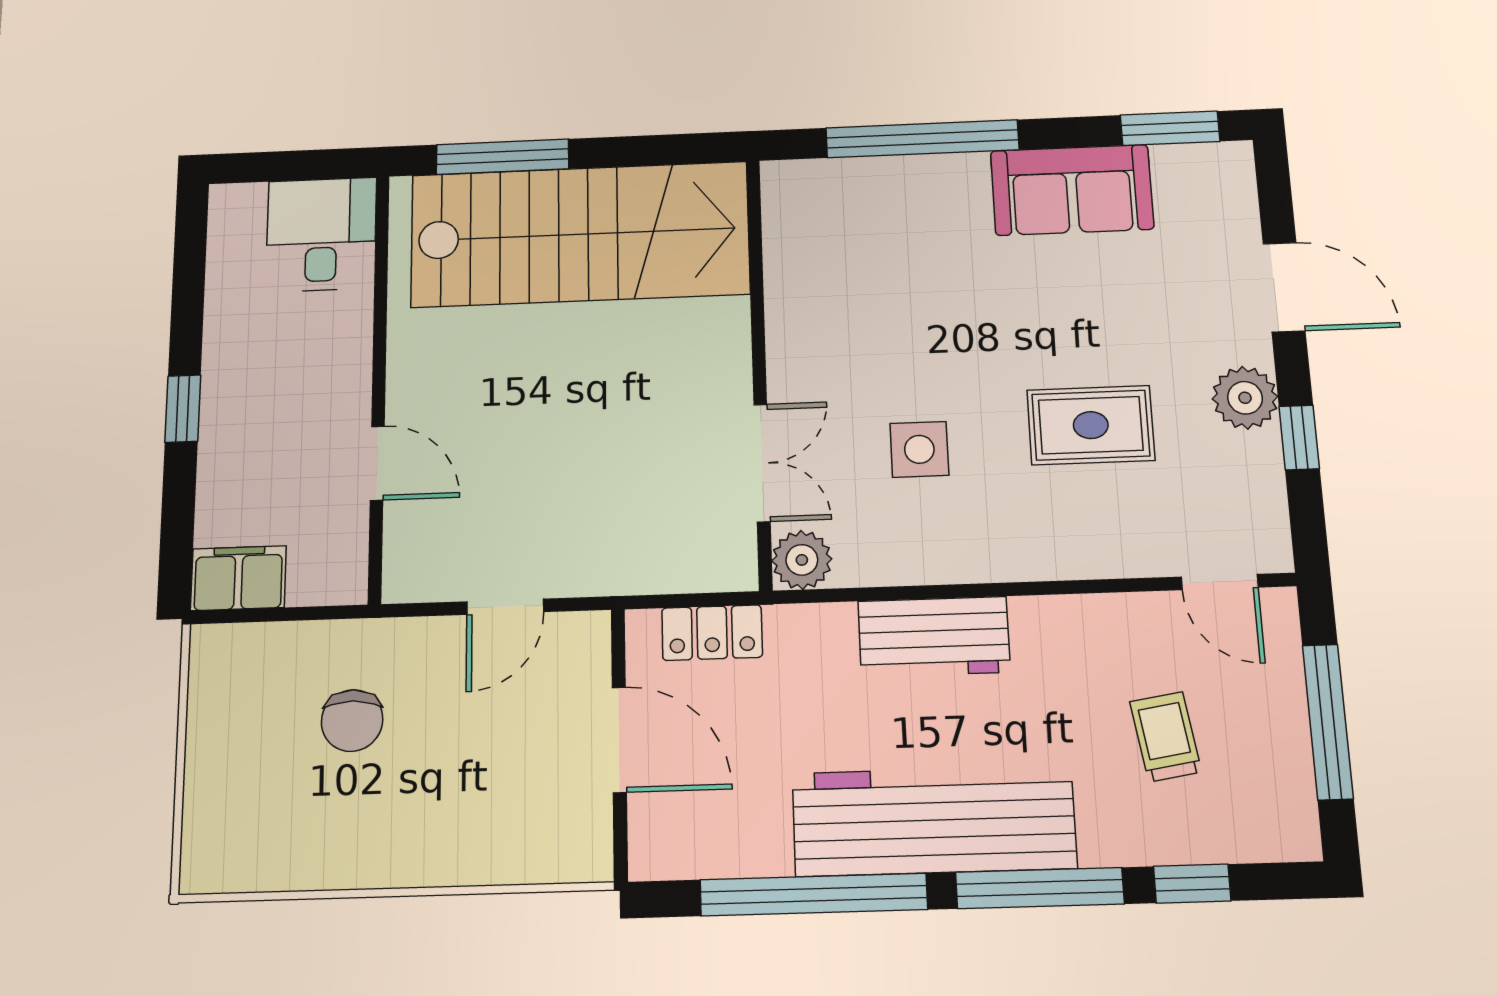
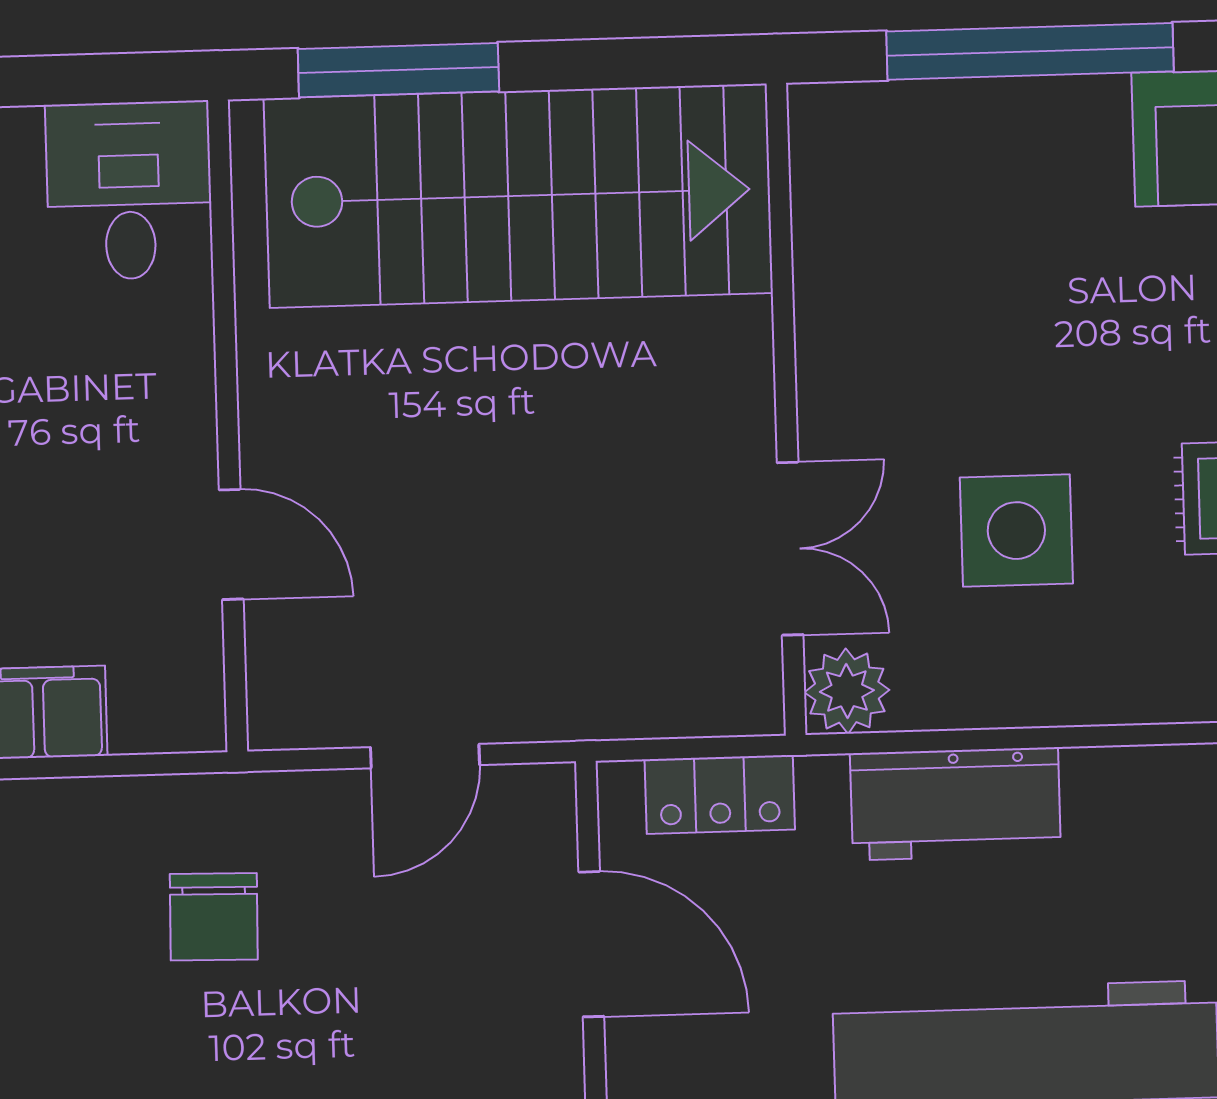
side table: (919, 449) -> (1016, 531), width x1.37, depth x1.37
workbench: (934, 637) -> (955, 804), moved

